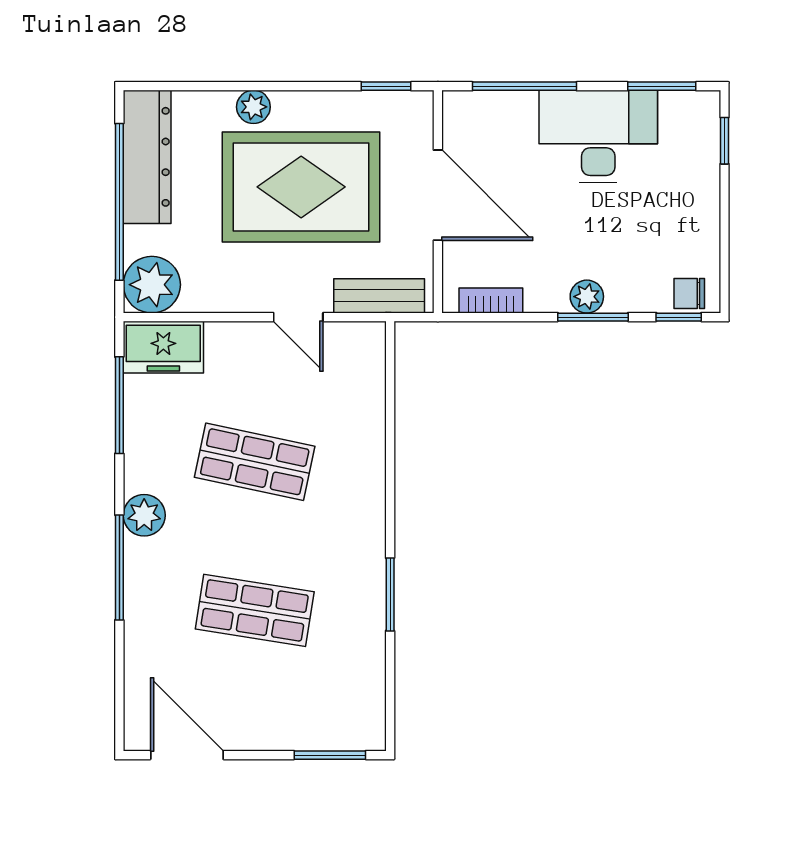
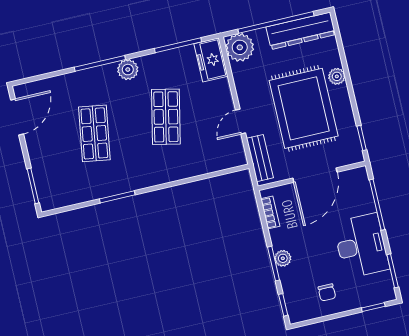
chair: (689, 293) -> (327, 292), moved, turned 180

